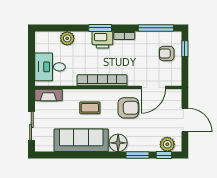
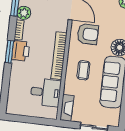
plant: (67, 38) -> (24, 13), moved
desk: (50, 67) -> (46, 92), moved, turned -90
armchair: (128, 108) -> (88, 34), turned 90

